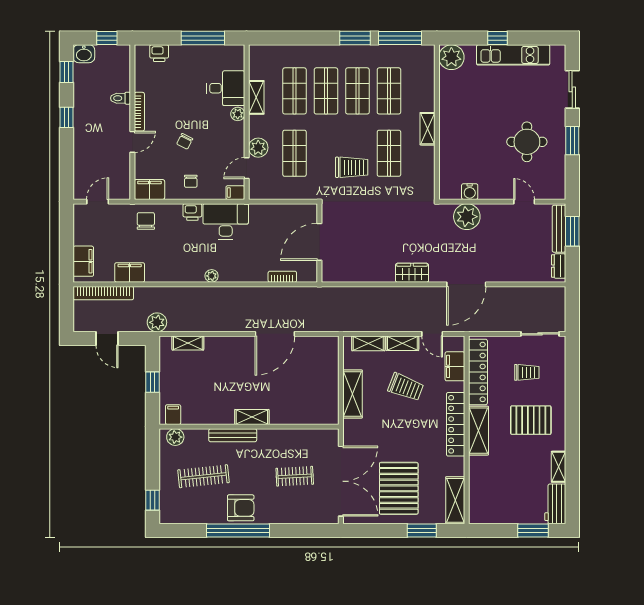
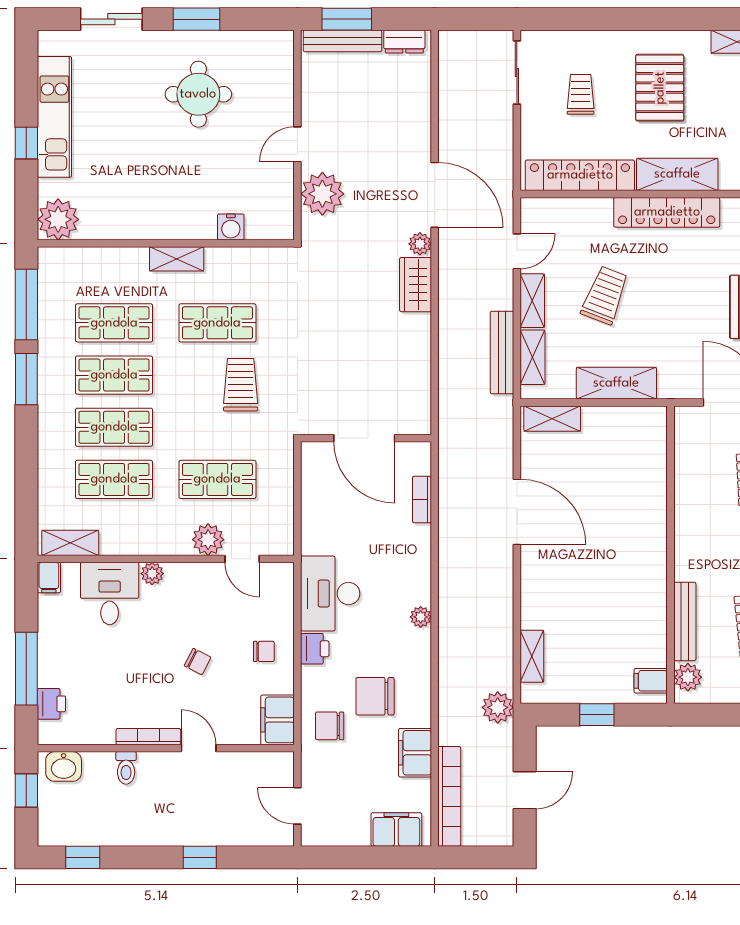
window: (203, 38) -> (26, 669), moved
washbasin: (84, 54) -> (64, 766), moved, turned 90
shelving: (256, 97) -> (70, 543), moved
window: (67, 117) -> (200, 857), moved
water cooler: (470, 192) -> (231, 227), moved, turned 90
filing cabinet: (235, 193) -> (49, 578), moved
door: (524, 202) -> (297, 144), moved
chair: (164, 248) -> (375, 696), added
plant: (437, 275) -> (420, 244), added
bench: (371, 325) -> (502, 353), added
filing cabinet: (455, 366) -> (571, 214), removed
shelving: (252, 417) -> (552, 419), moved, turned 90
bench: (233, 435) -> (685, 621), moved

